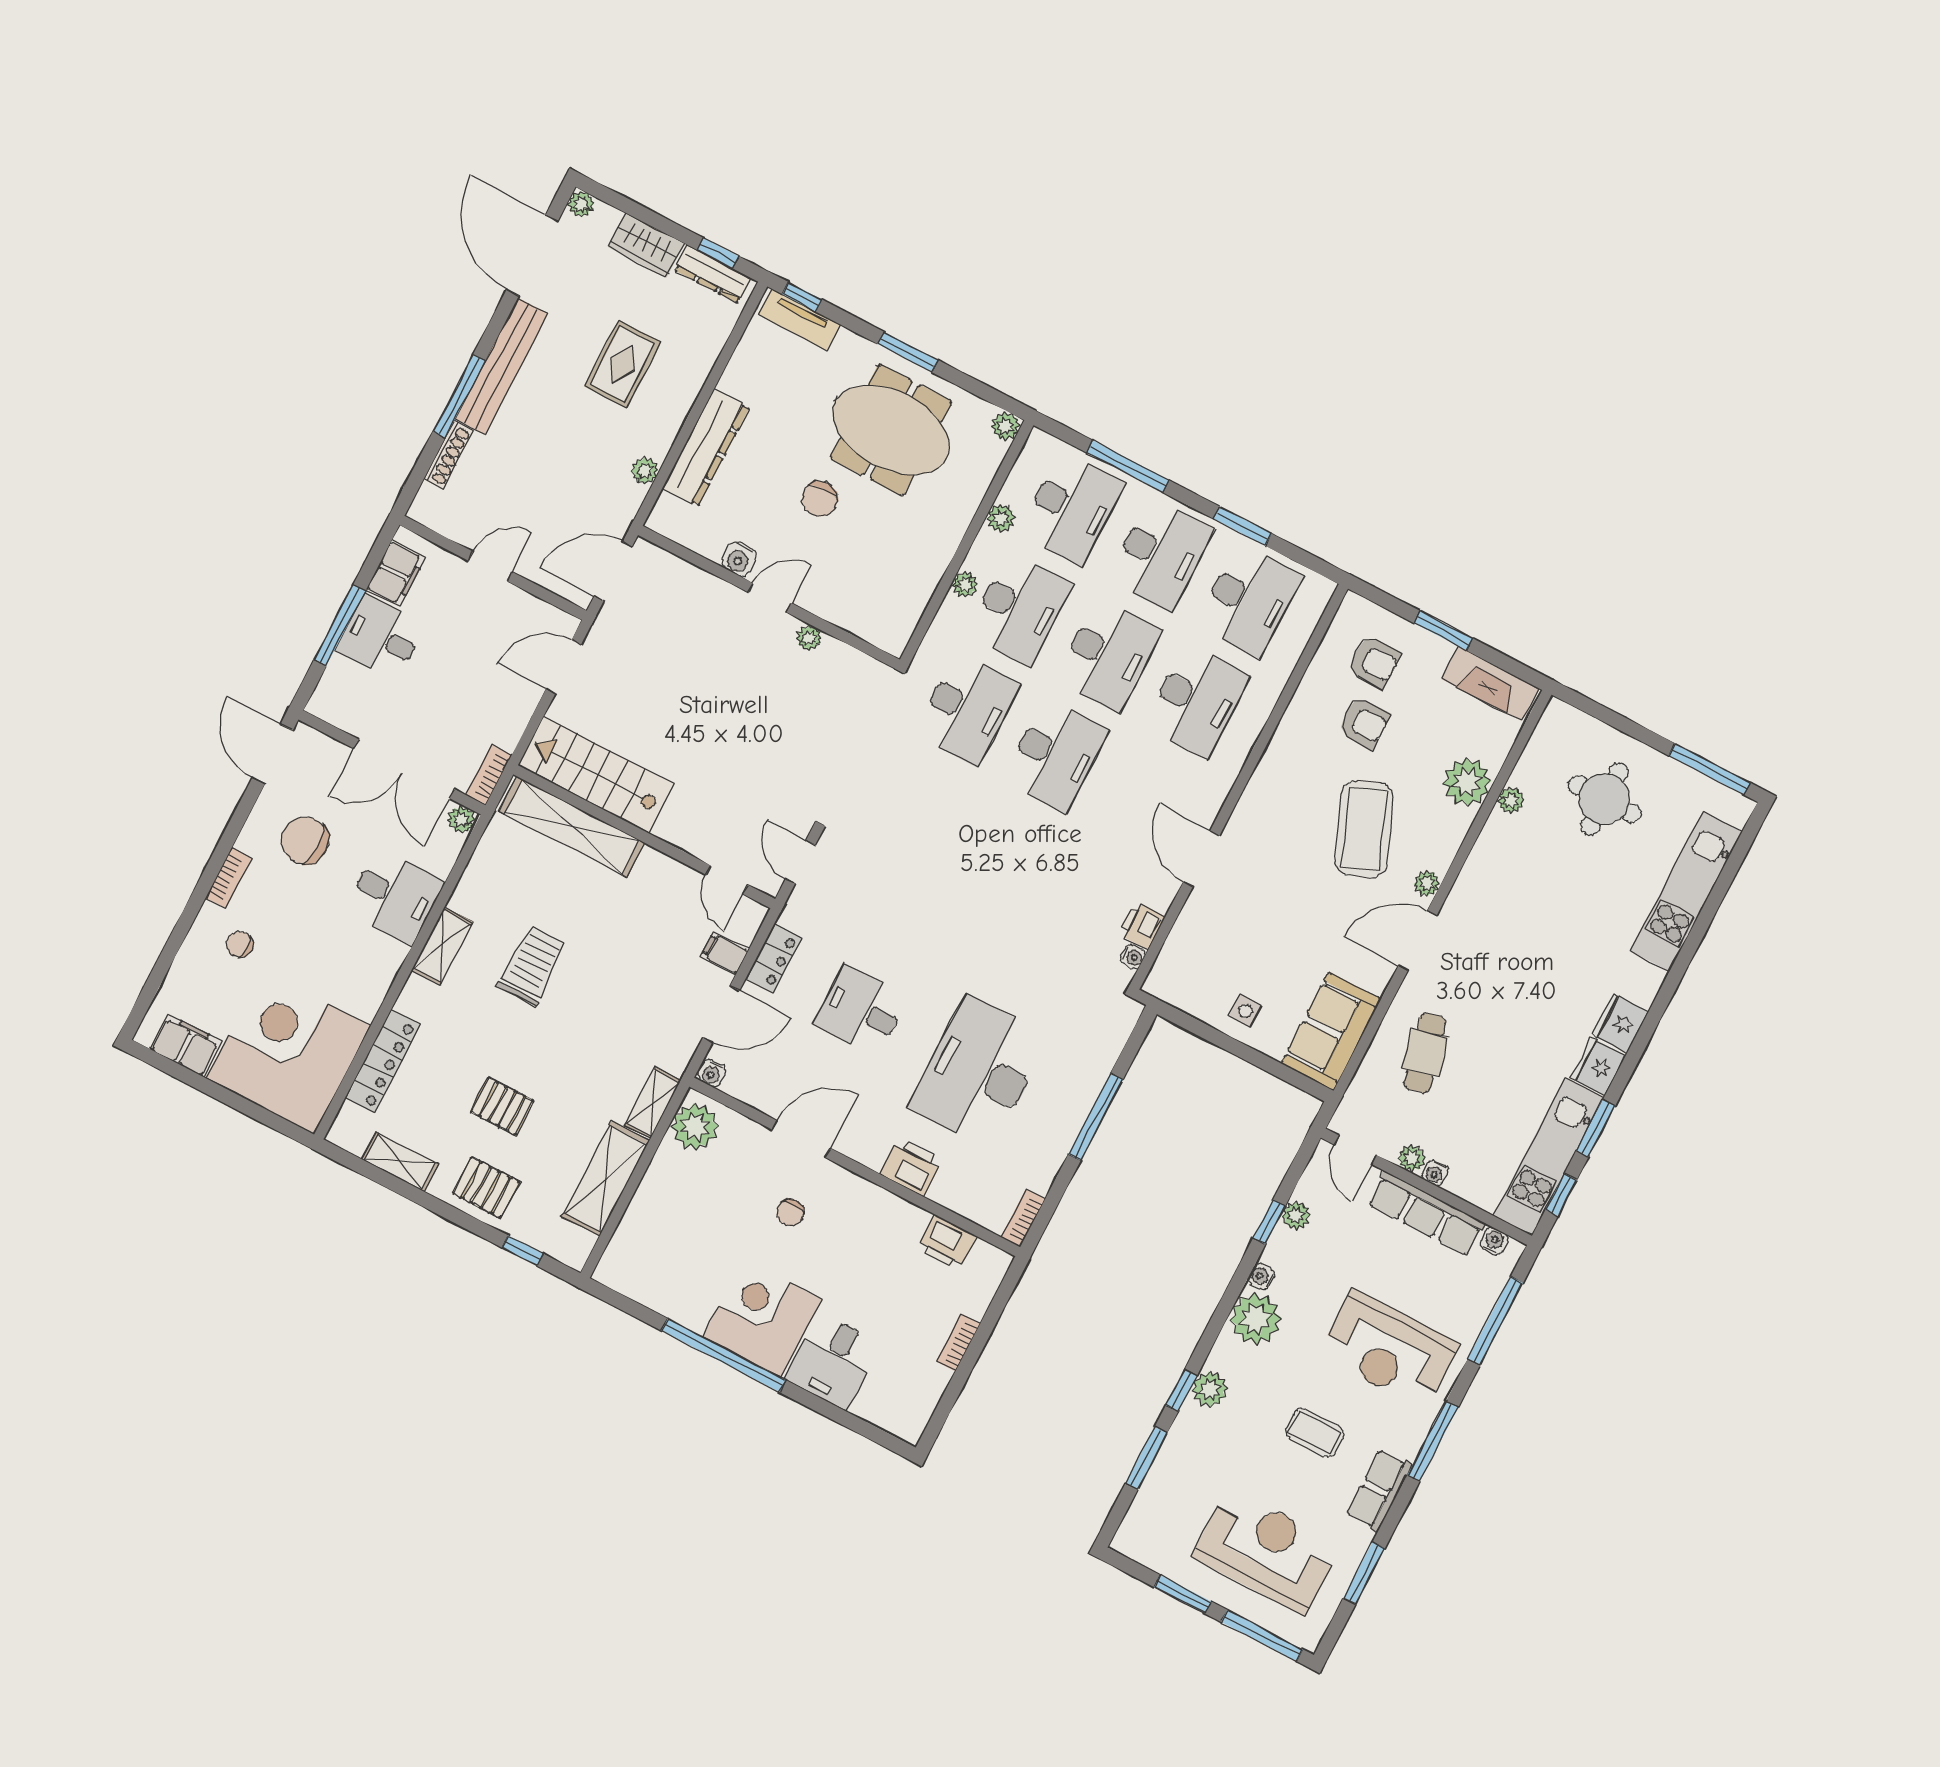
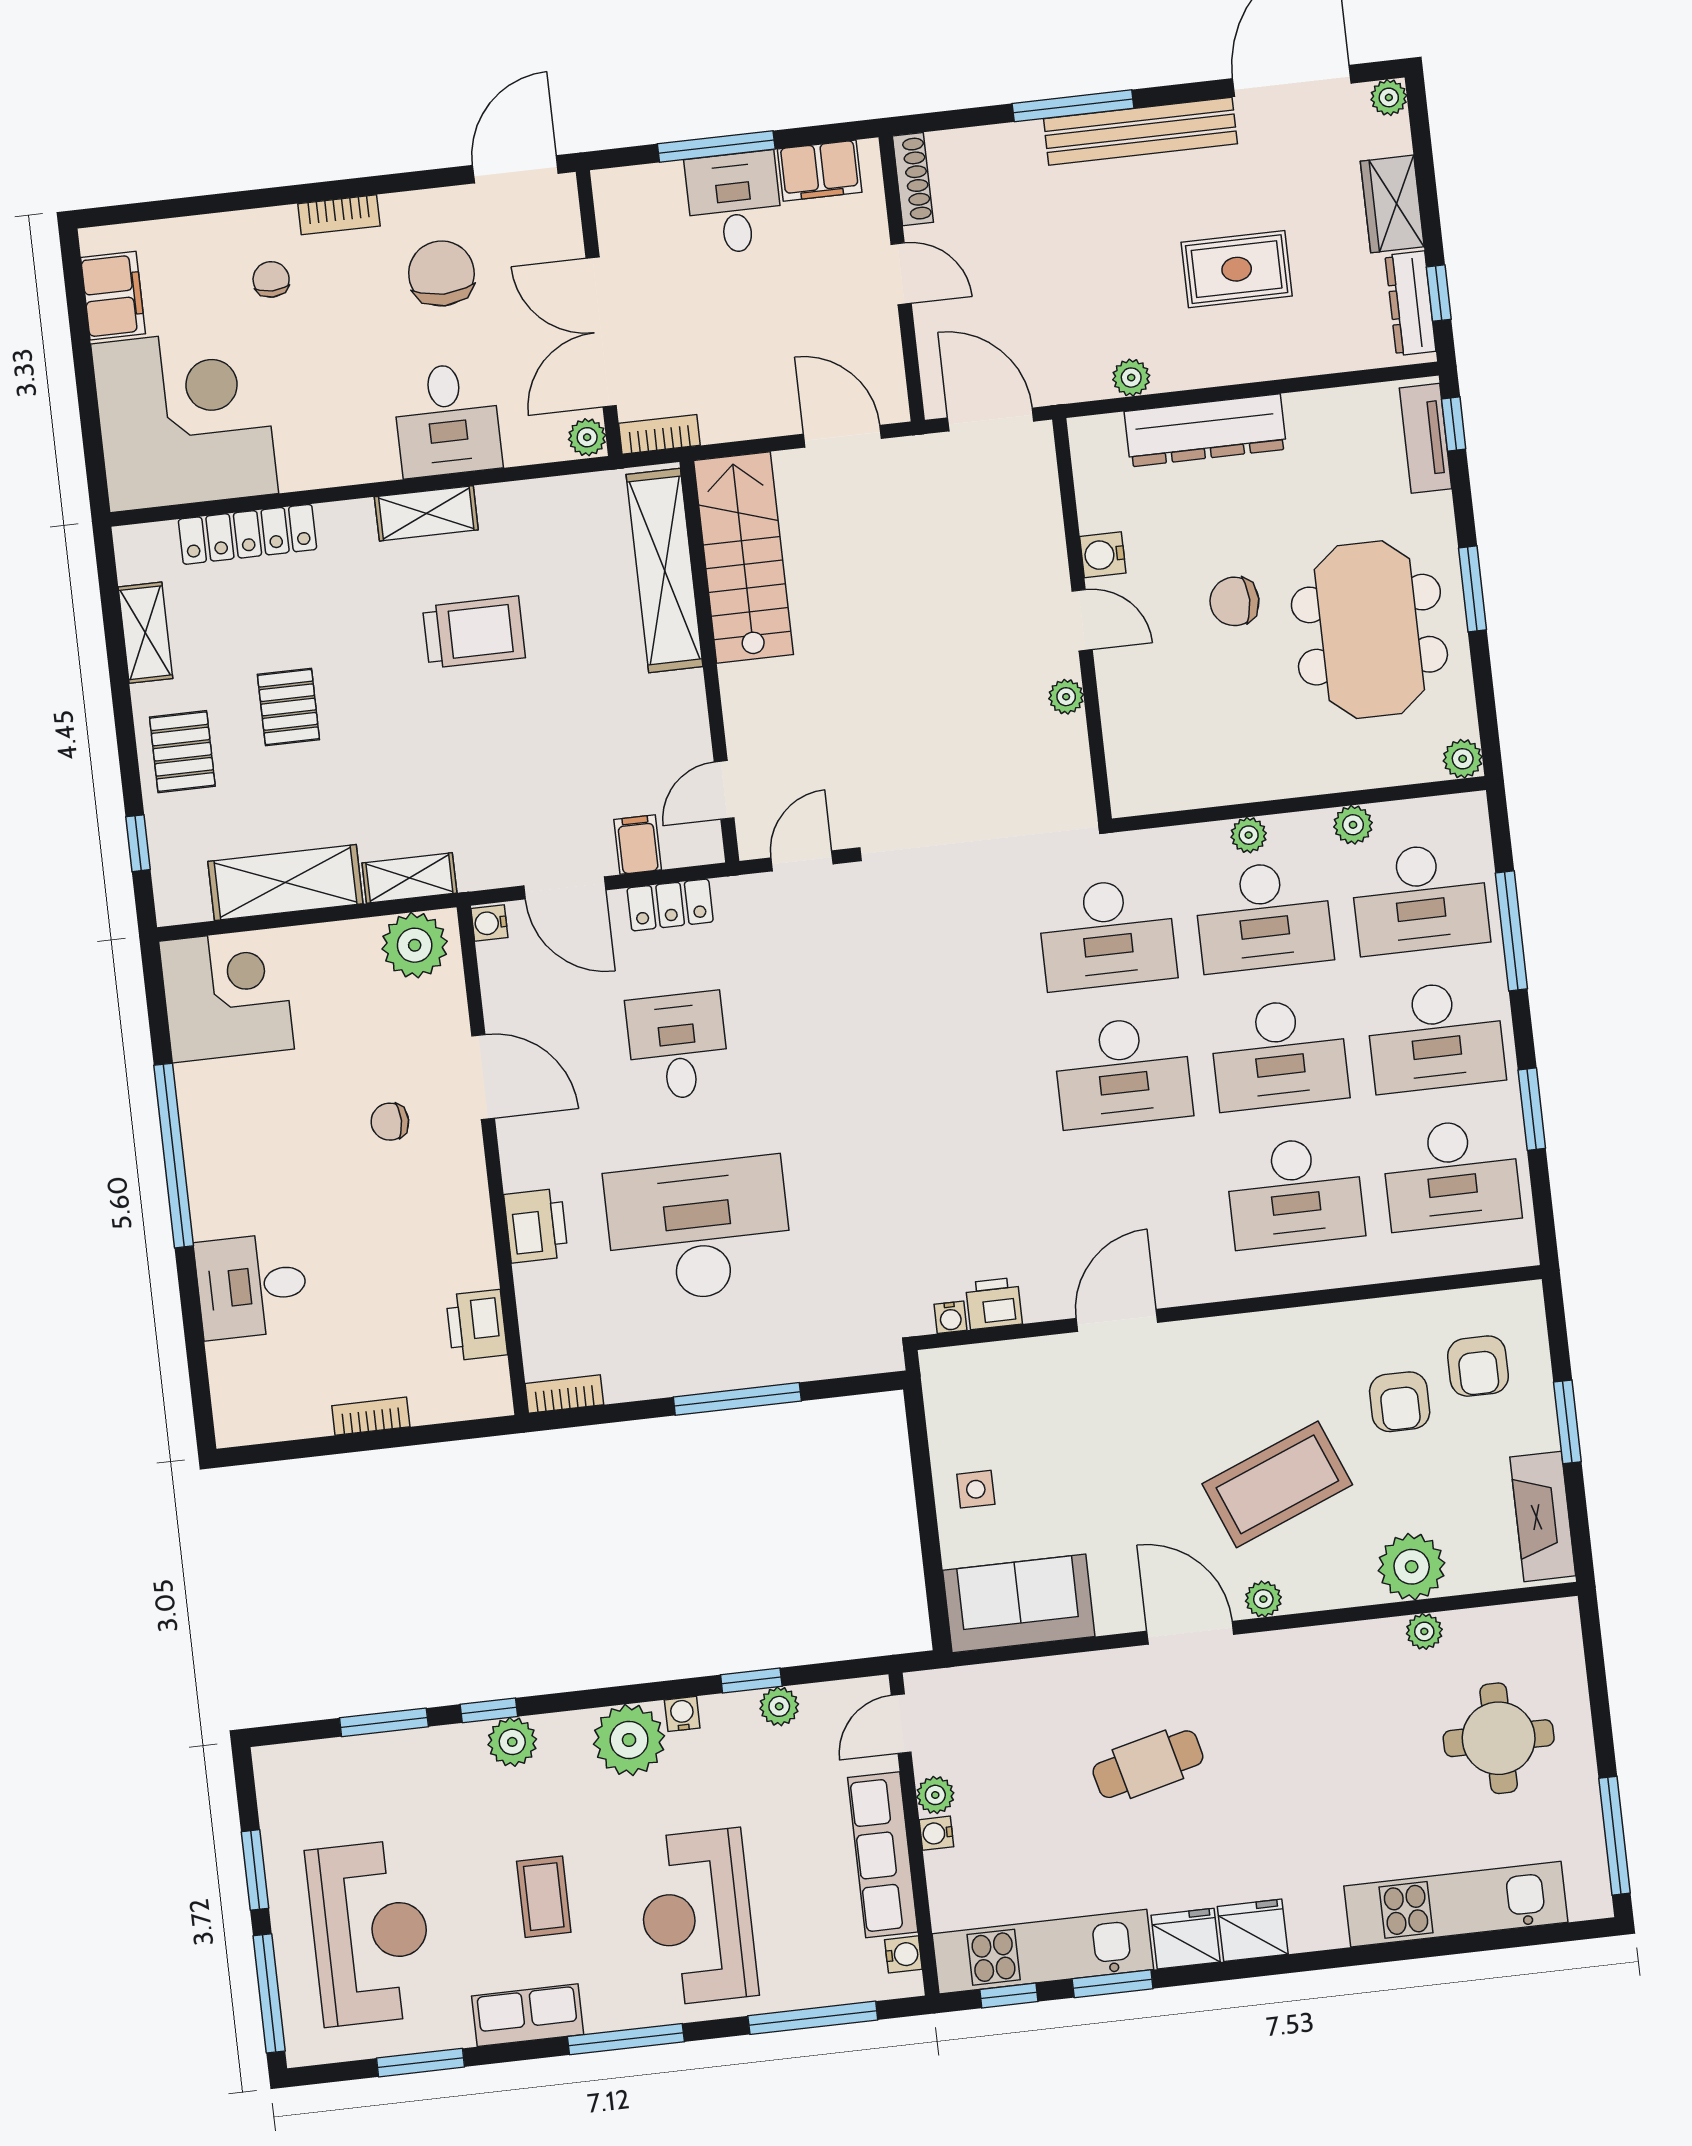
shoe rack: (448, 455) -> (913, 179), moved, turned -90
cafe table: (1425, 1053) -> (1148, 1764), moved
corner desk: (762, 1318) -> (226, 995), moved

